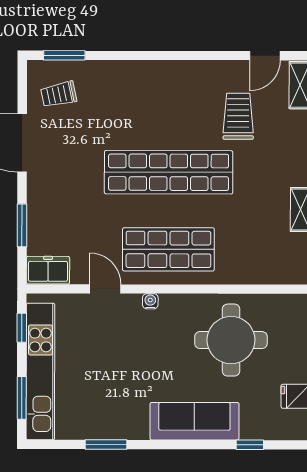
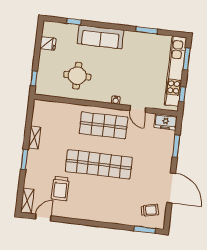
round table: (231, 340) -> (77, 76), width x0.73, depth x0.73

